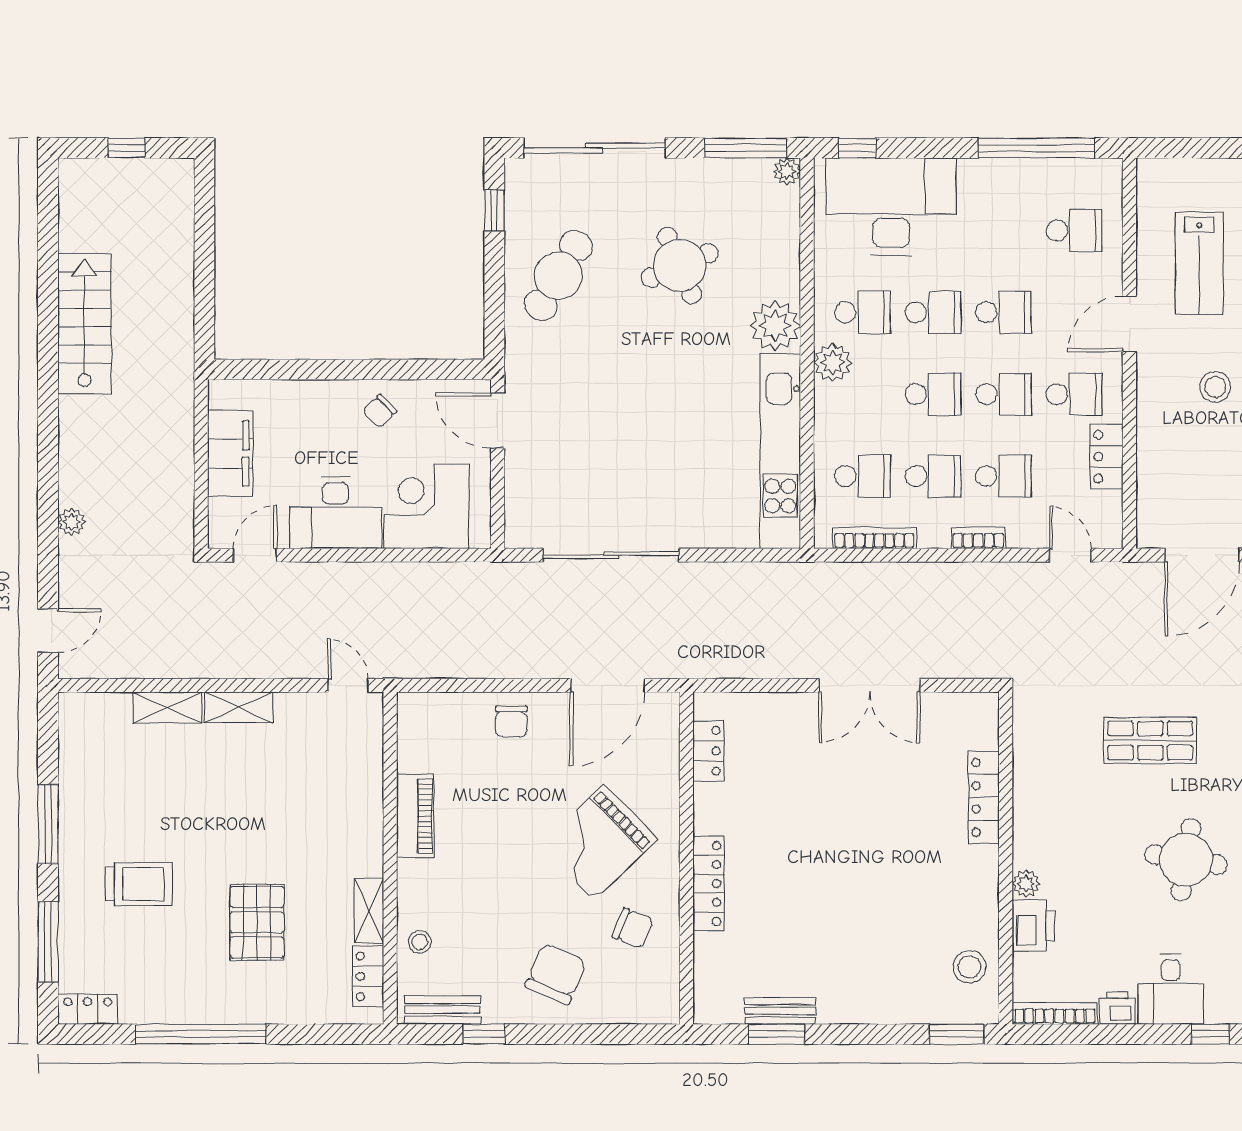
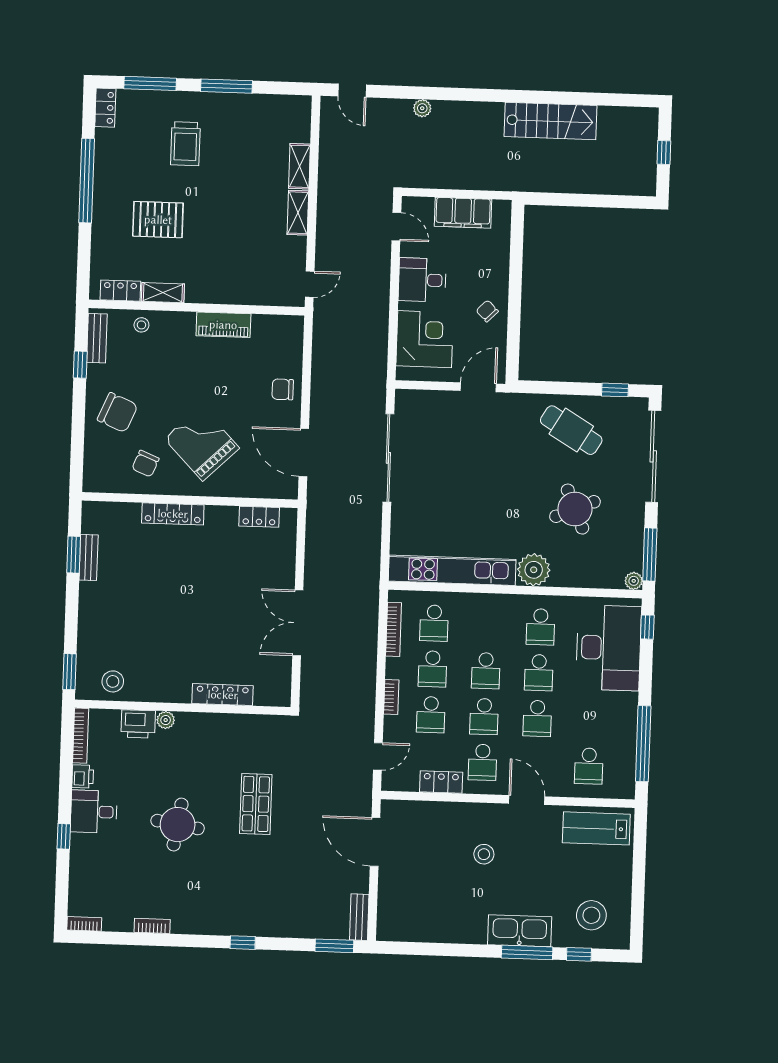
lab bench: (1199, 263) -> (596, 828), moved
plant: (833, 363) -> (508, 606), removed
desk: (335, 513) -> (422, 280), width x0.73

